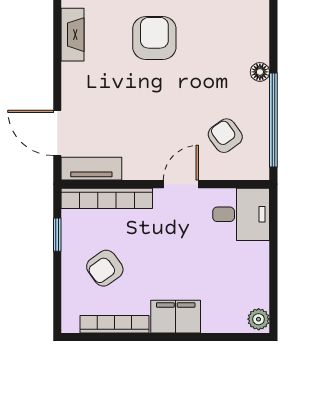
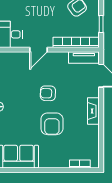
fireplace: (73, 35) -> (93, 111), moved
armchair: (225, 136) -> (48, 93), moved, turned 128

